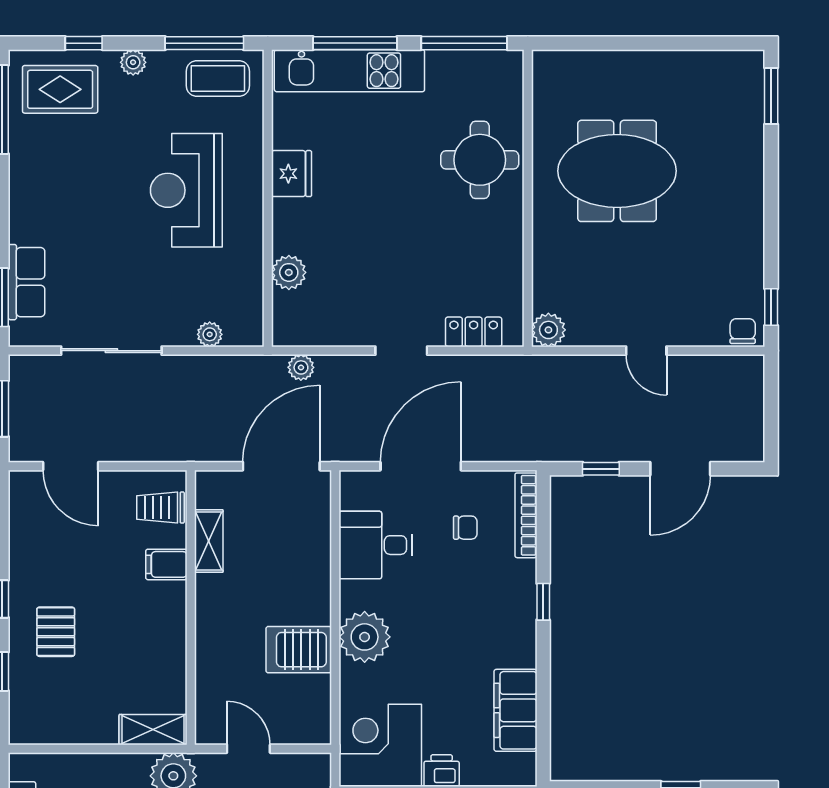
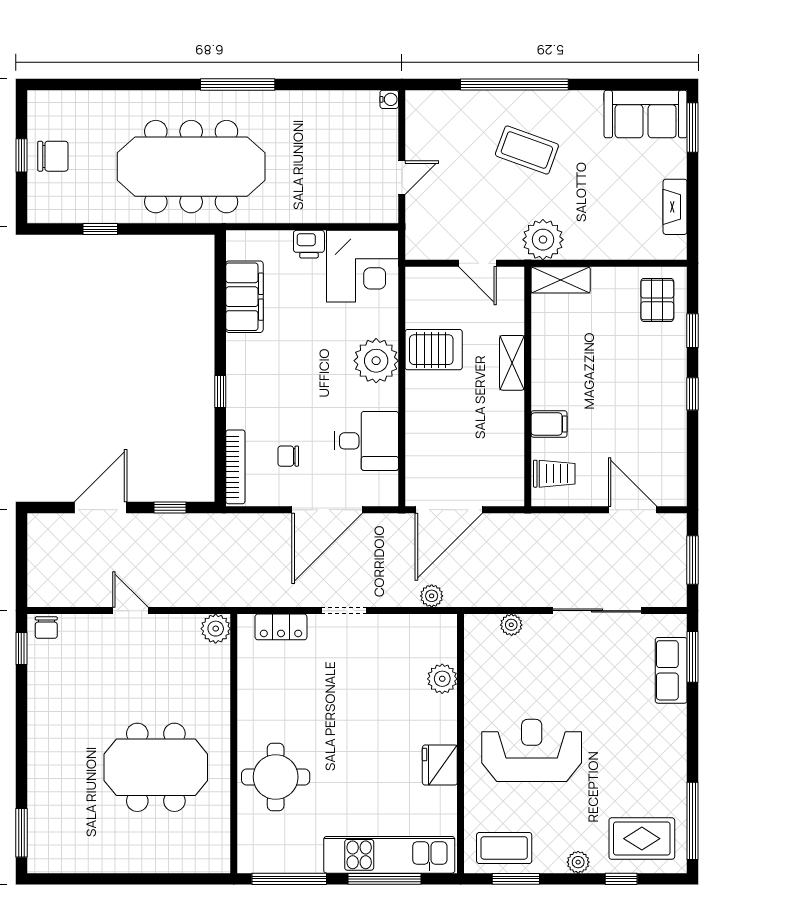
window: (204, 43) -> (516, 879), width x0.69
reception desk: (186, 190) -> (532, 750), turned -90
shelving: (209, 541) -> (512, 363), moved
pallet: (56, 632) -> (657, 300), moved

